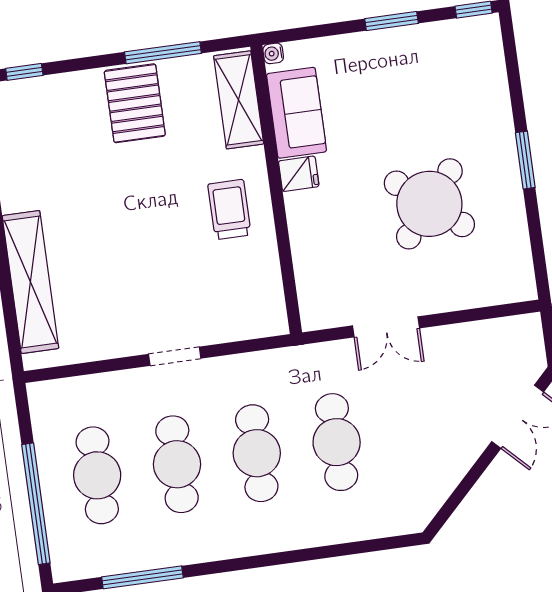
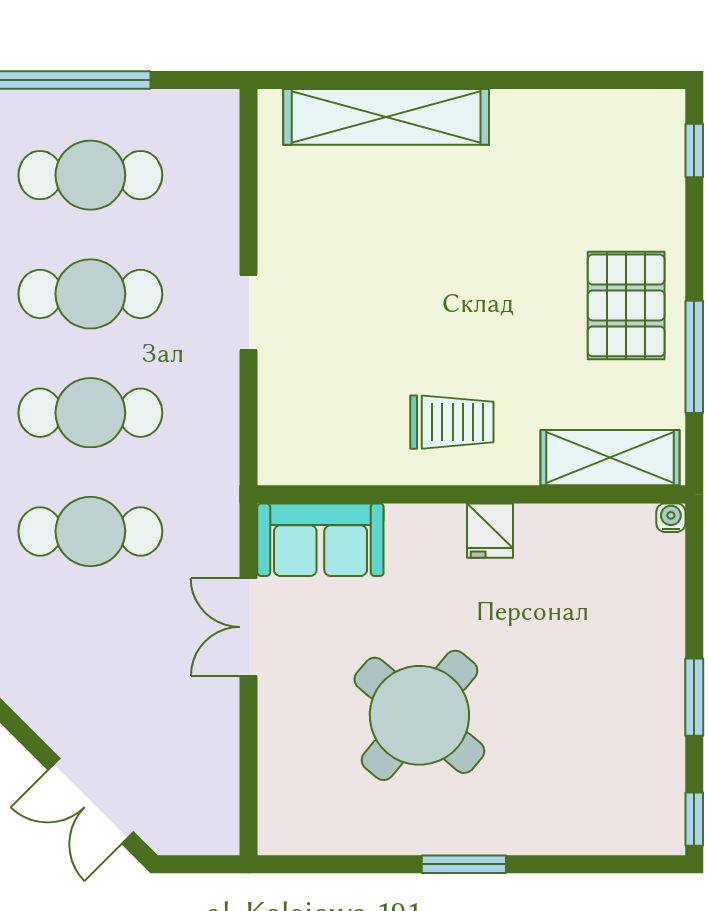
pallet: (135, 103) -> (626, 305), turned 90
sofa: (297, 113) -> (320, 540), moved

